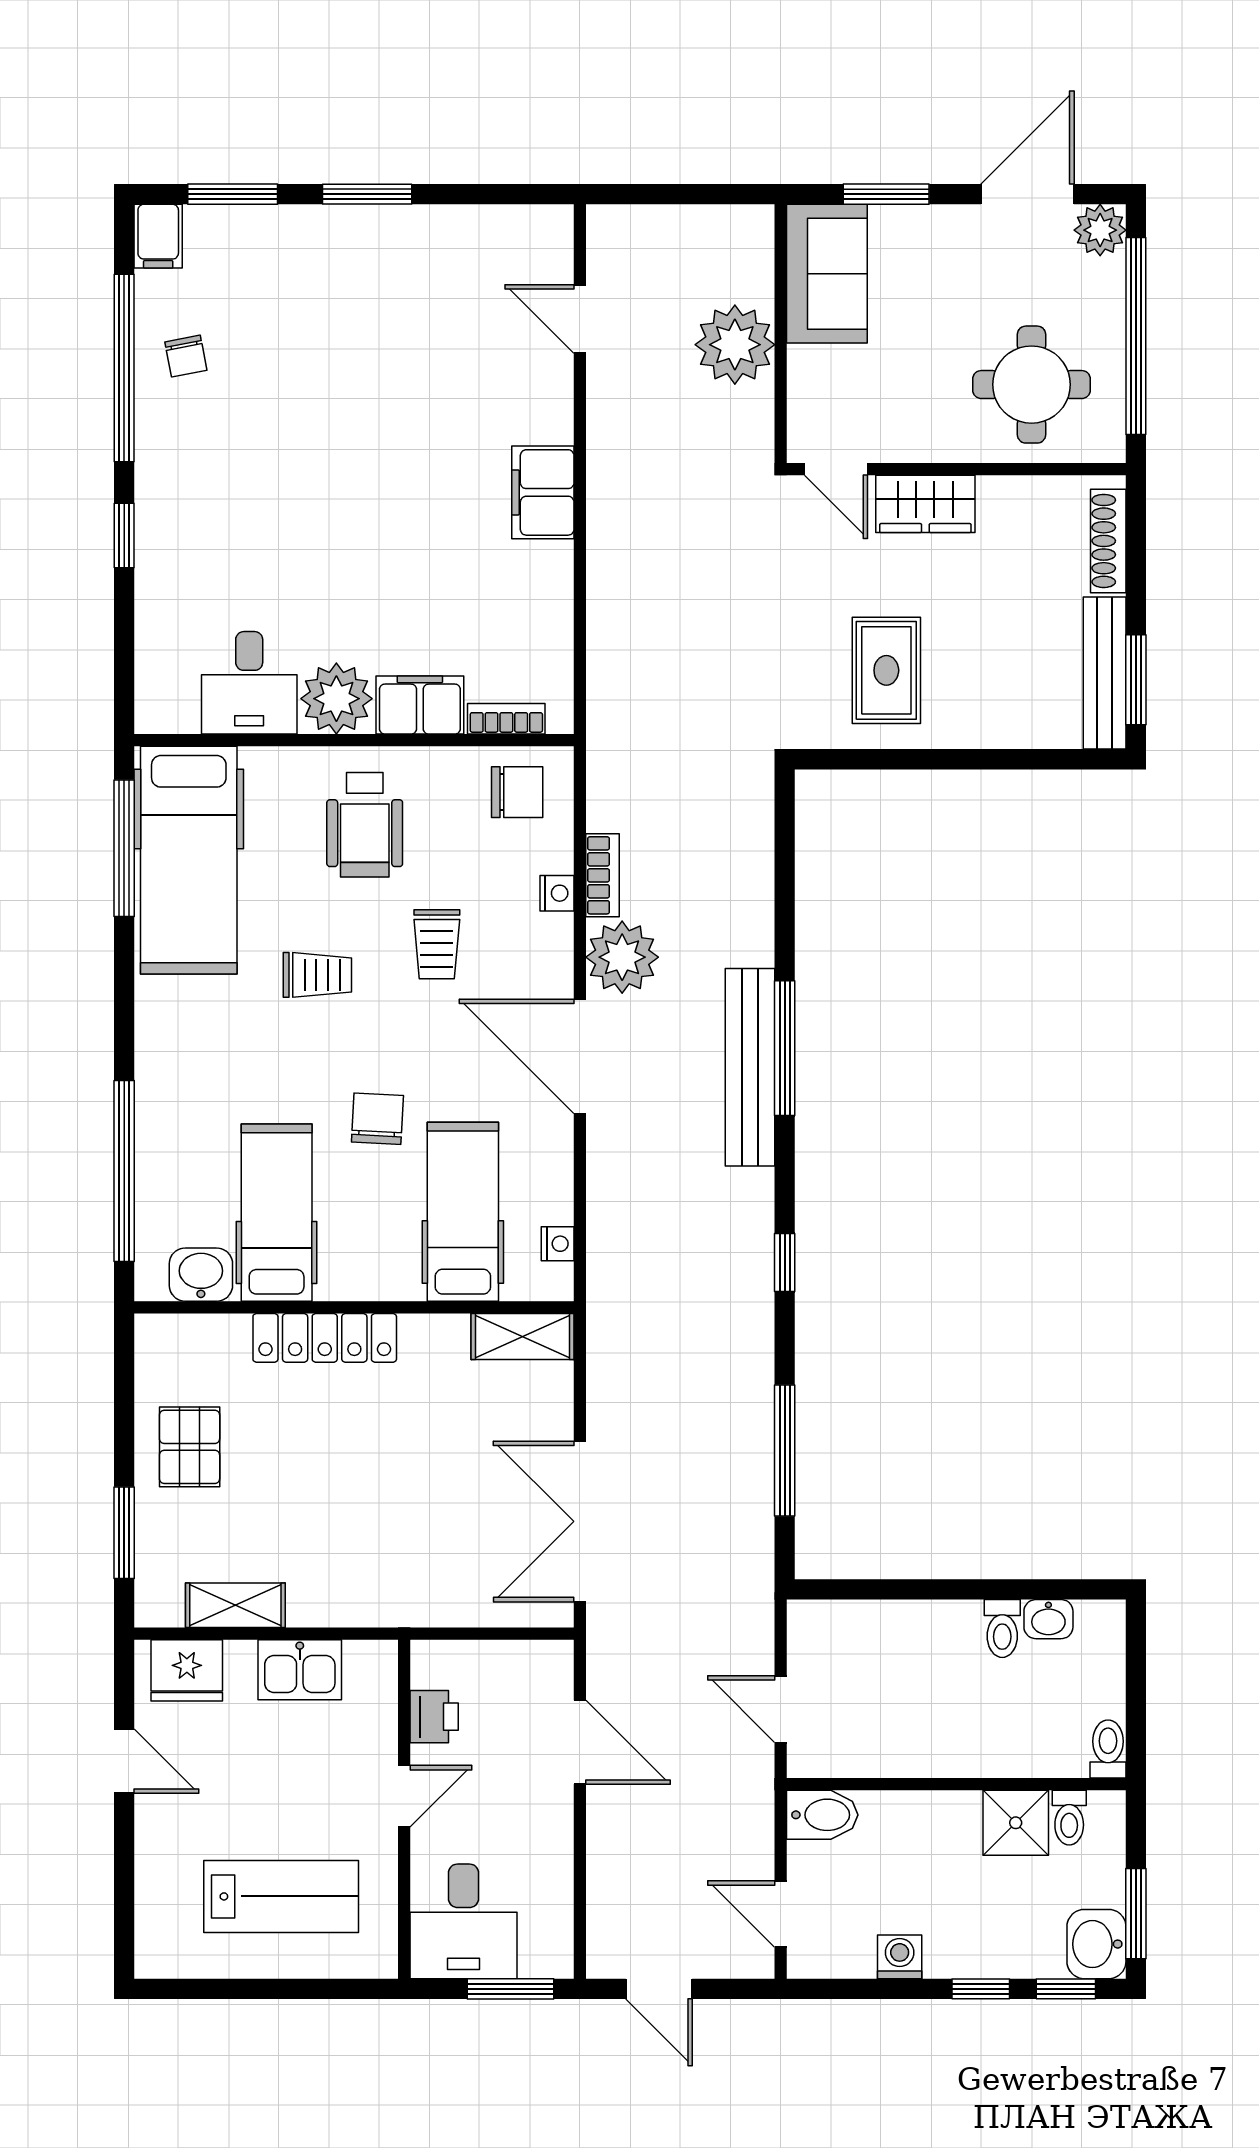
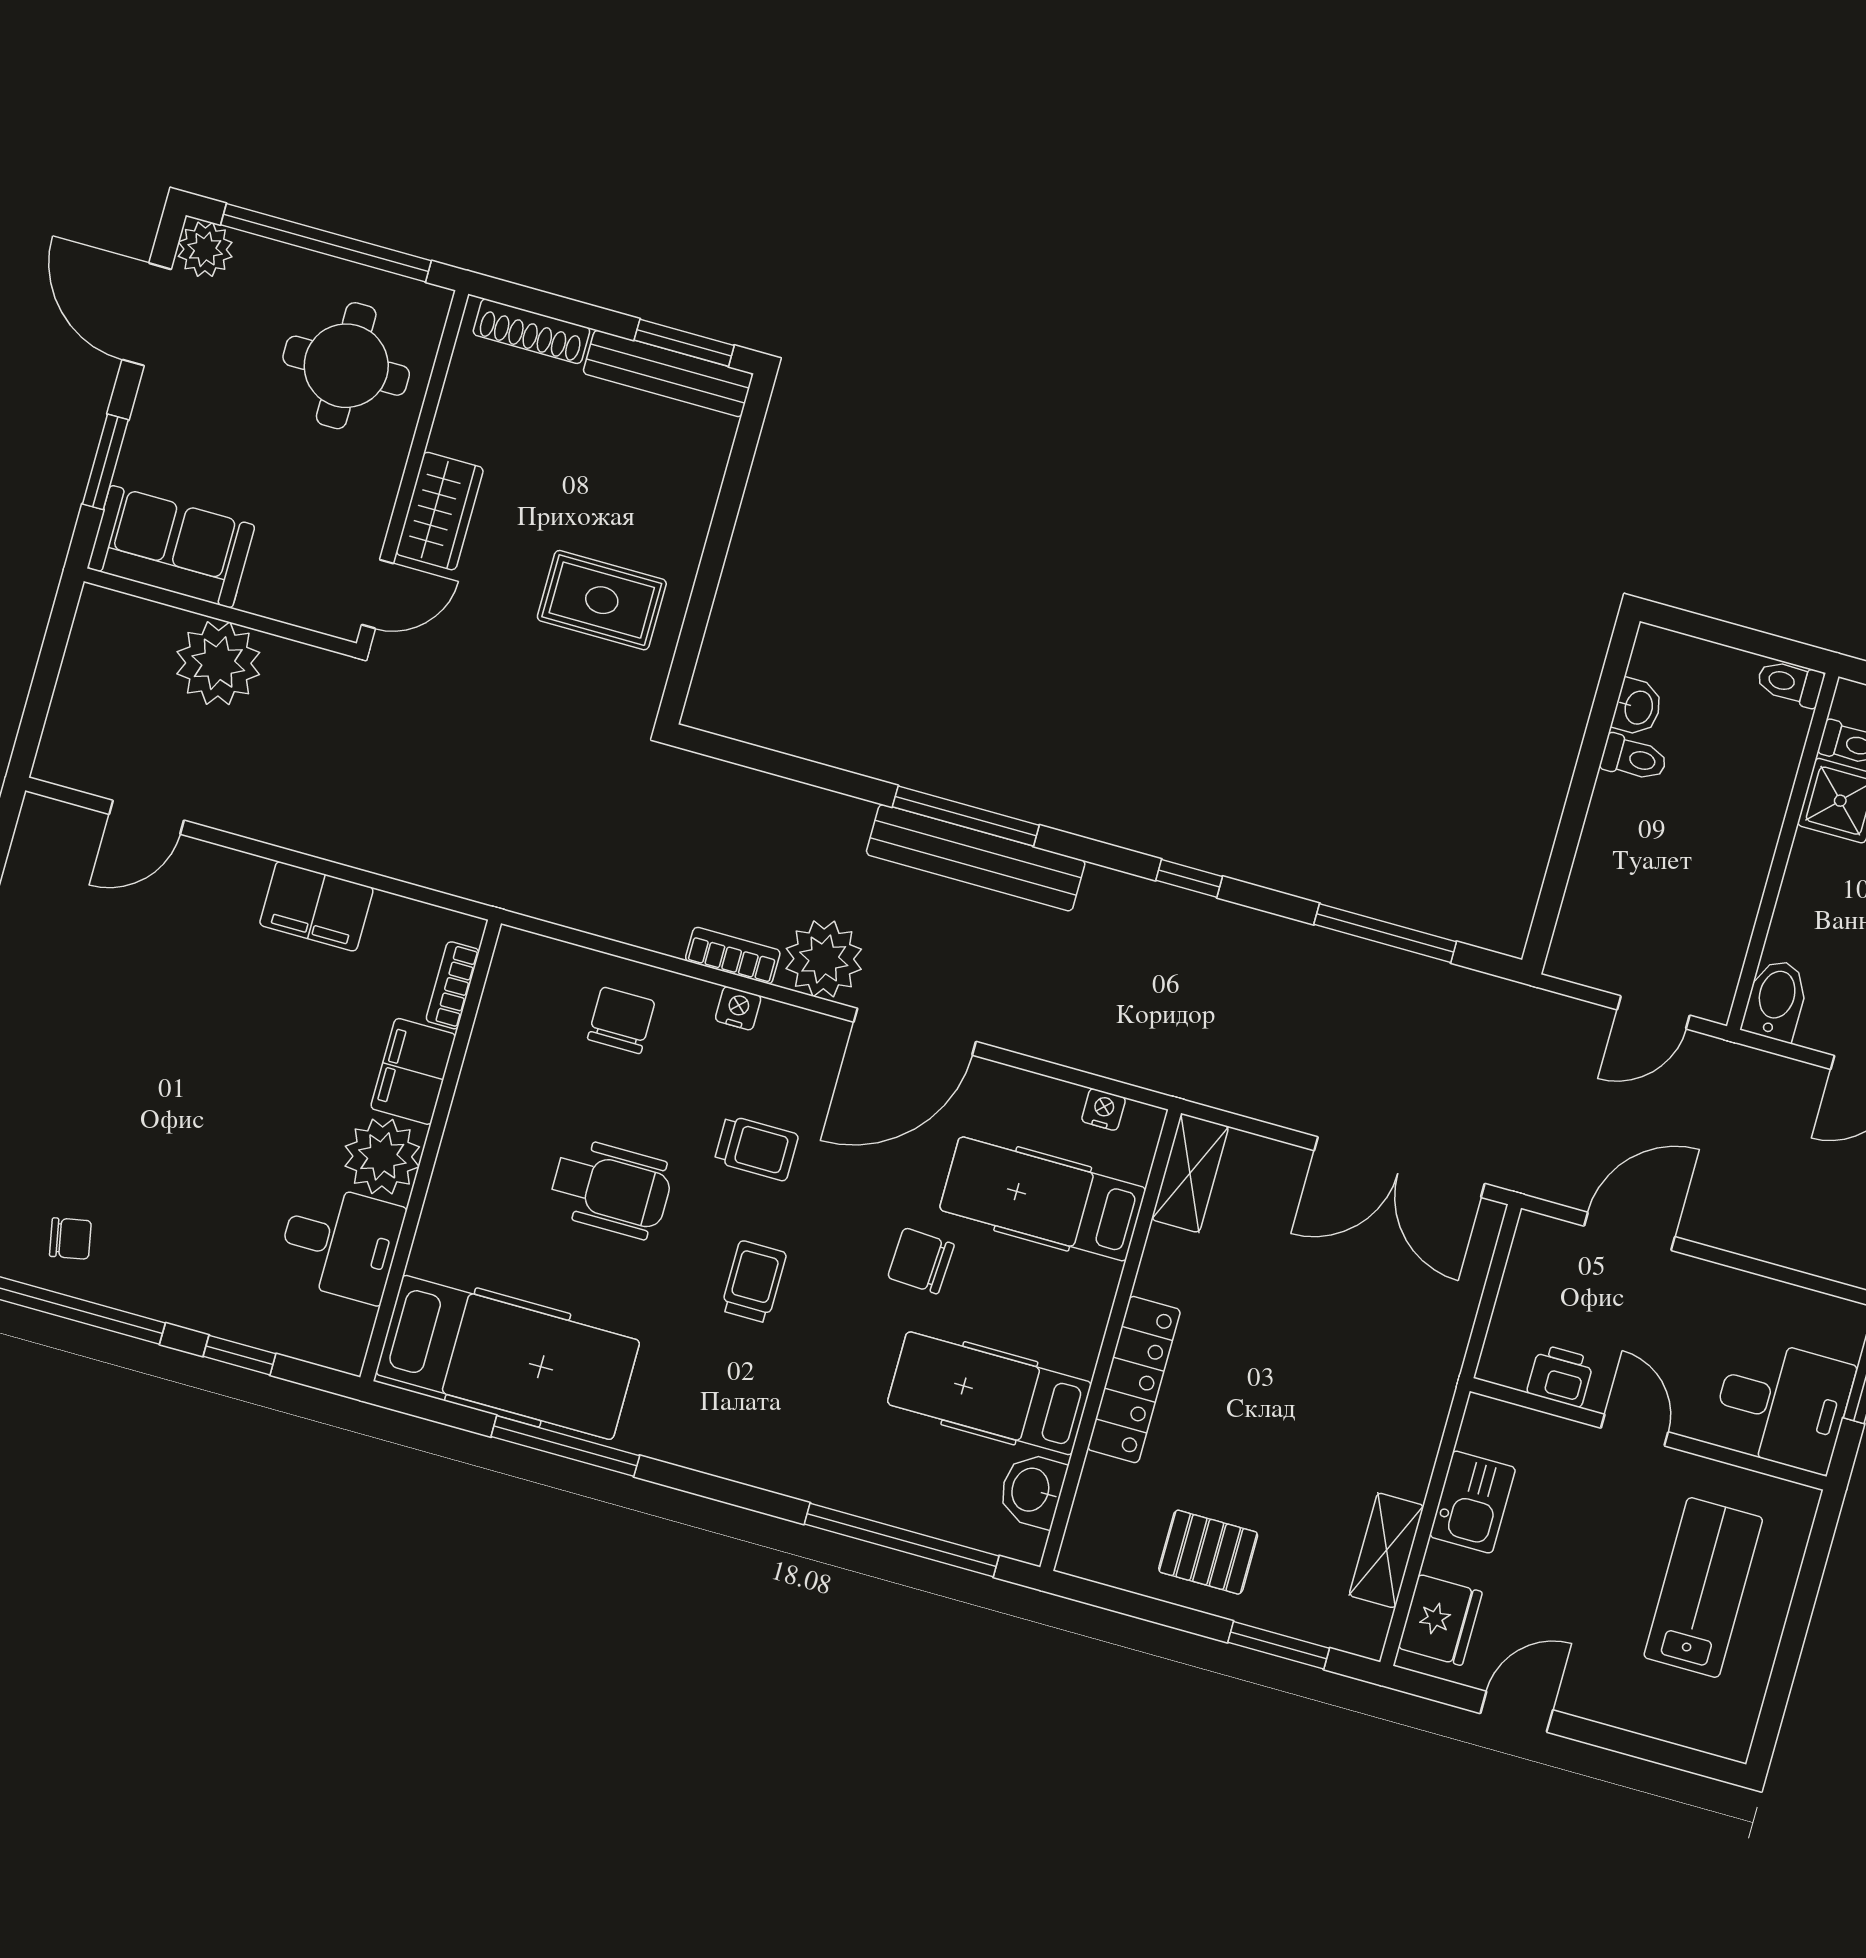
desk: (249, 683) -> (340, 1243), moved
plant: (336, 699) -> (382, 1156), moved
filing cabinet: (420, 705) -> (413, 1071), moved
bookcase: (506, 719) -> (453, 985), moved
wall: (354, 740) -> (431, 1150), moved
hospital bed: (189, 860) -> (508, 1357), moved

